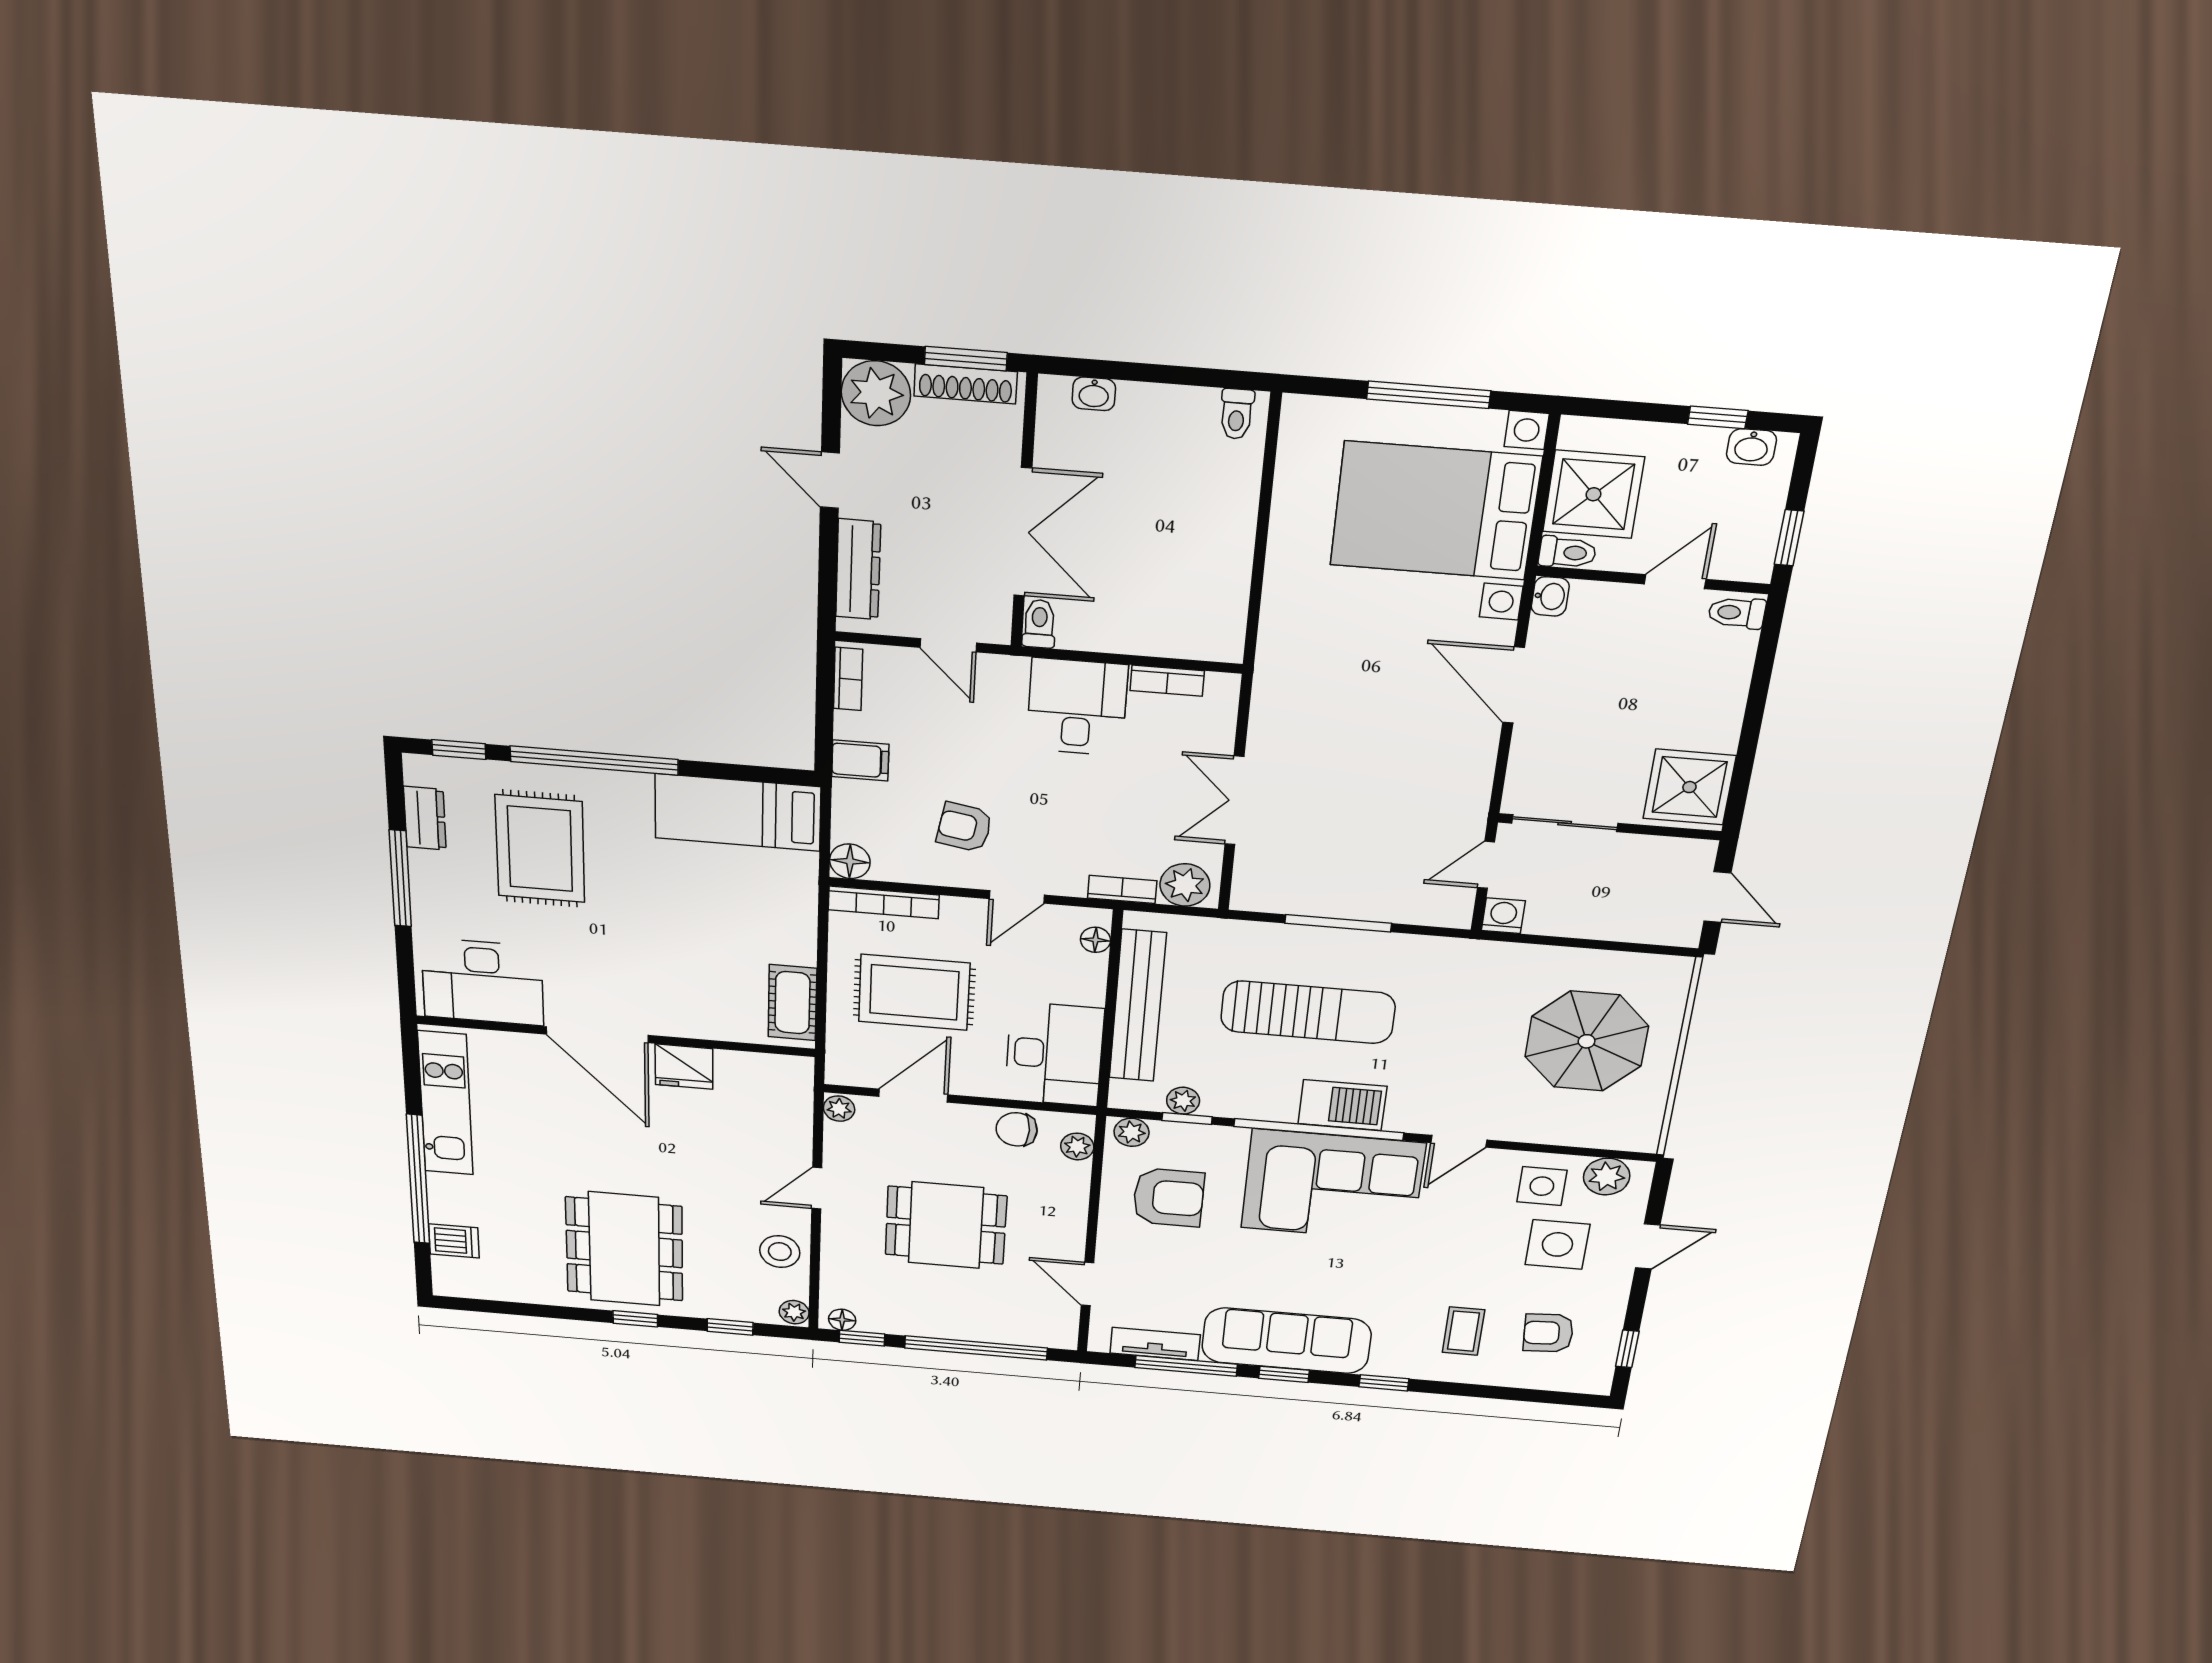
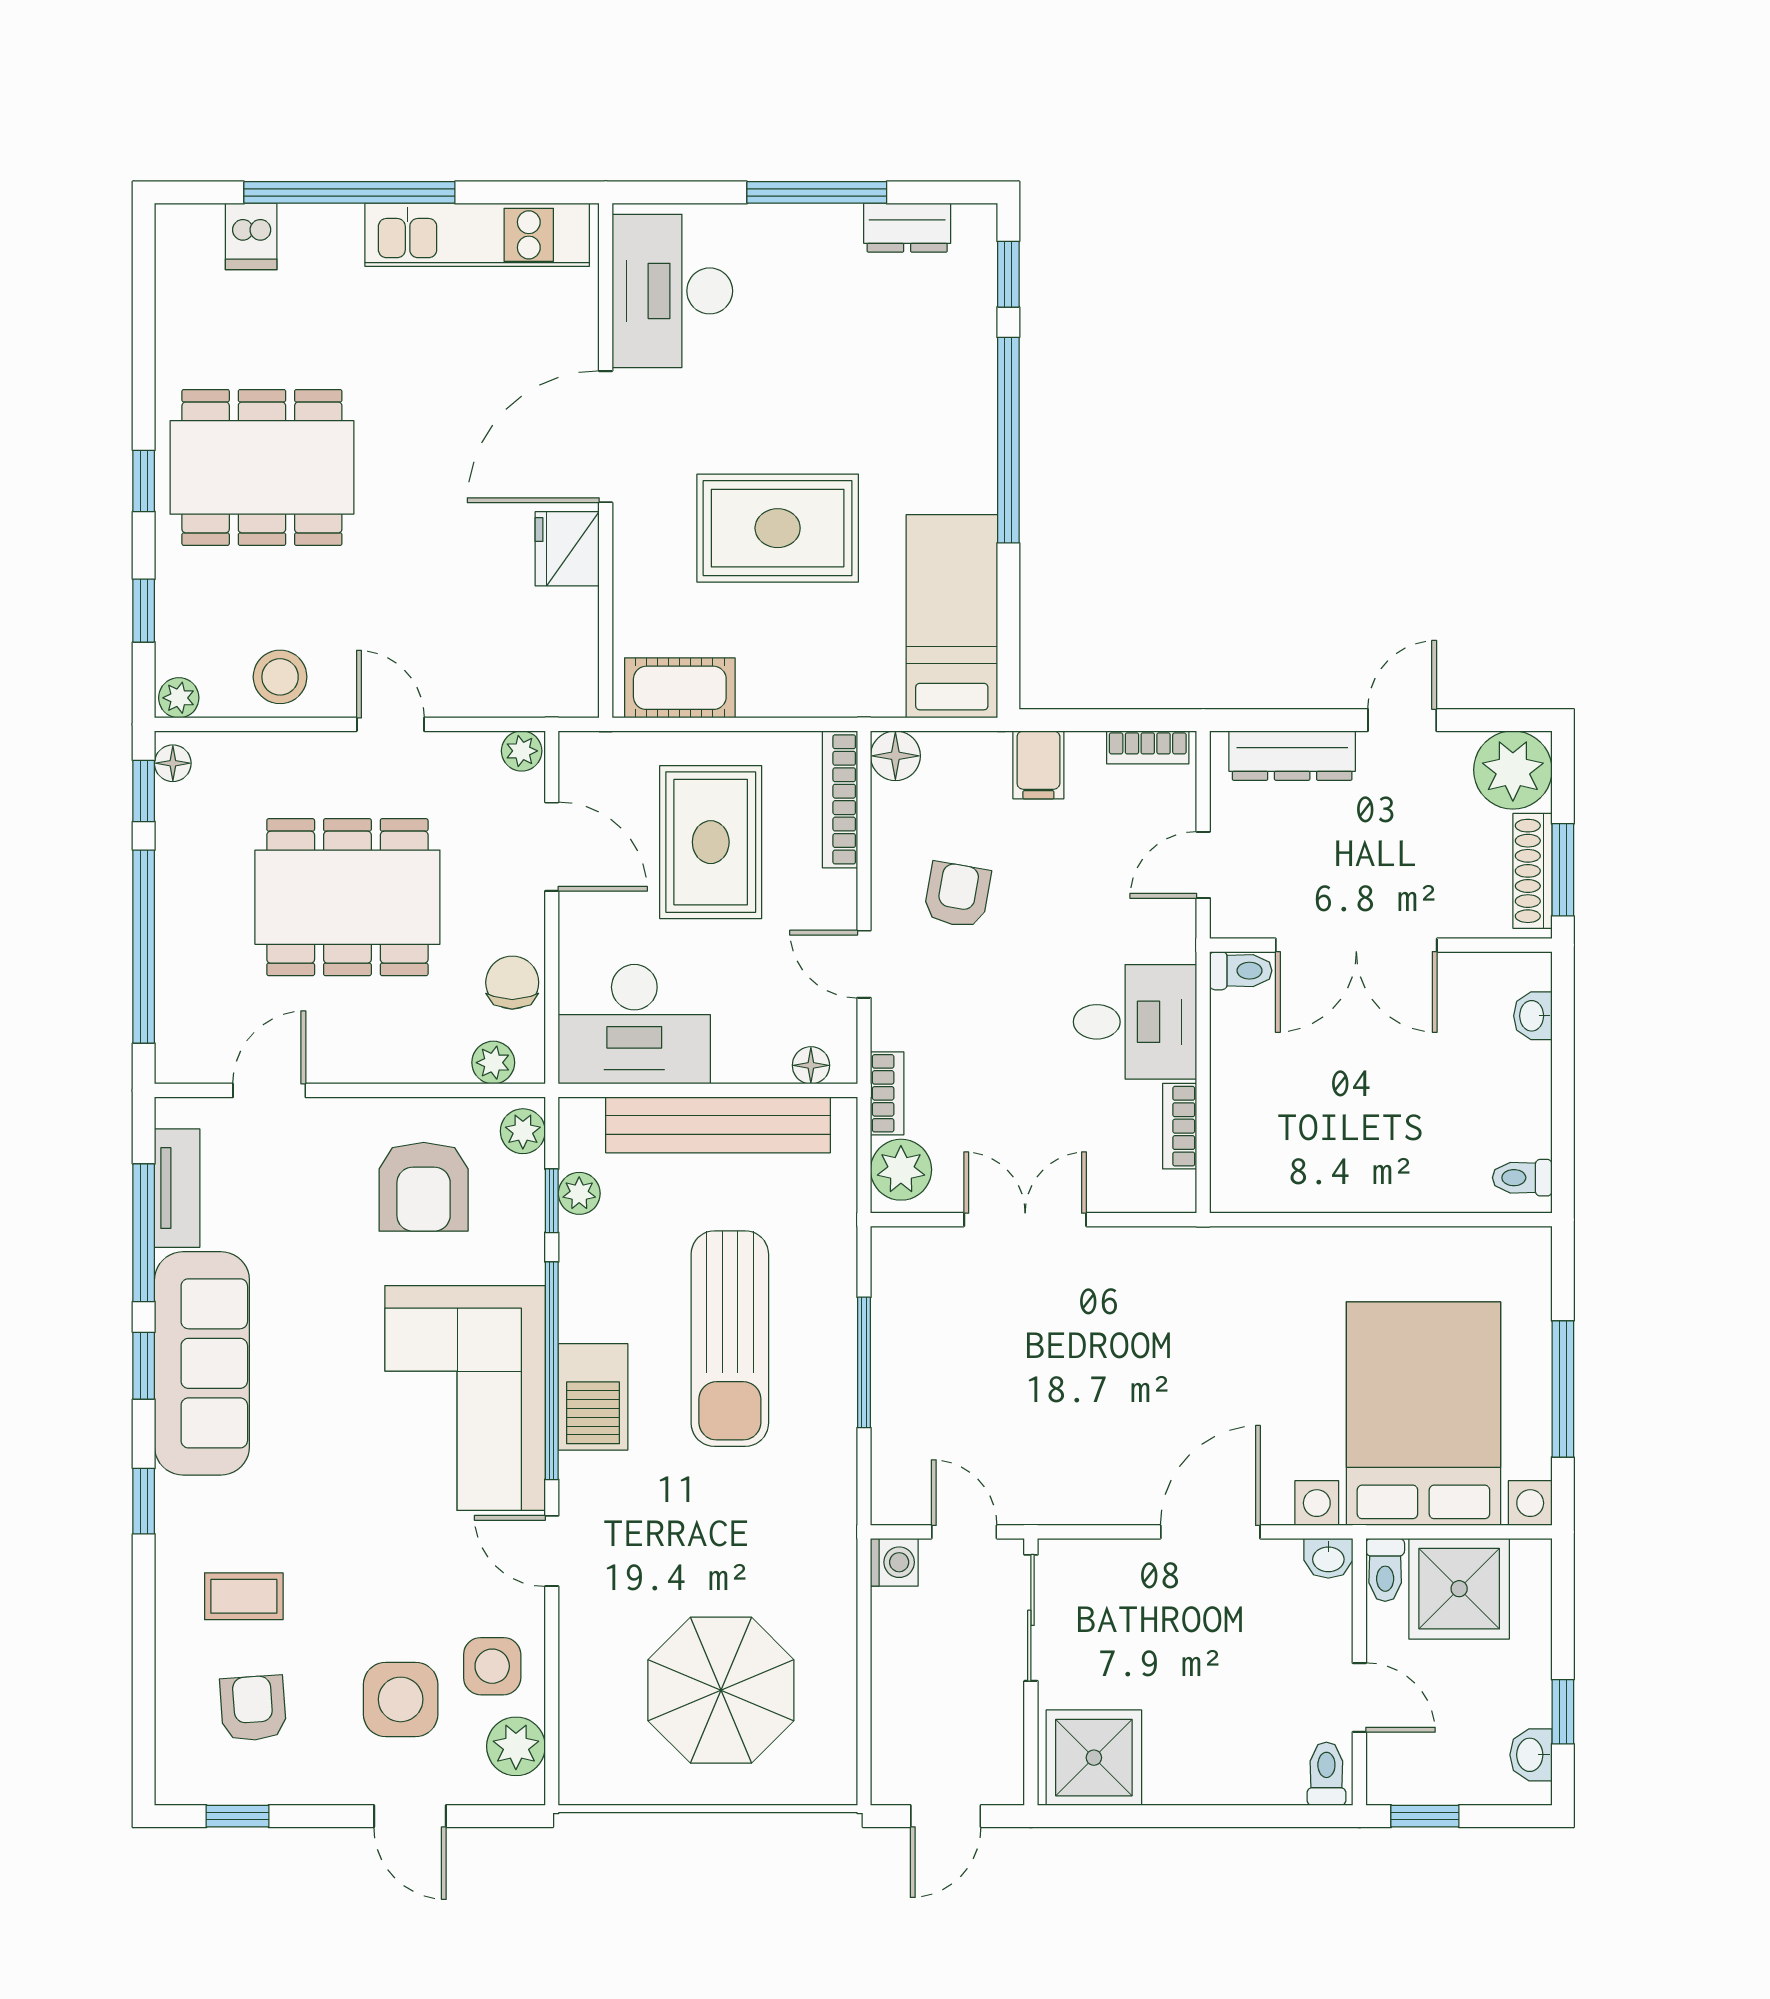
rug: (540, 849) -> (778, 528), moved
dining table: (946, 1225) -> (347, 897), width x1.38

